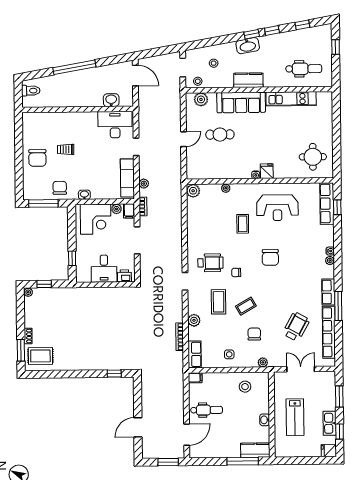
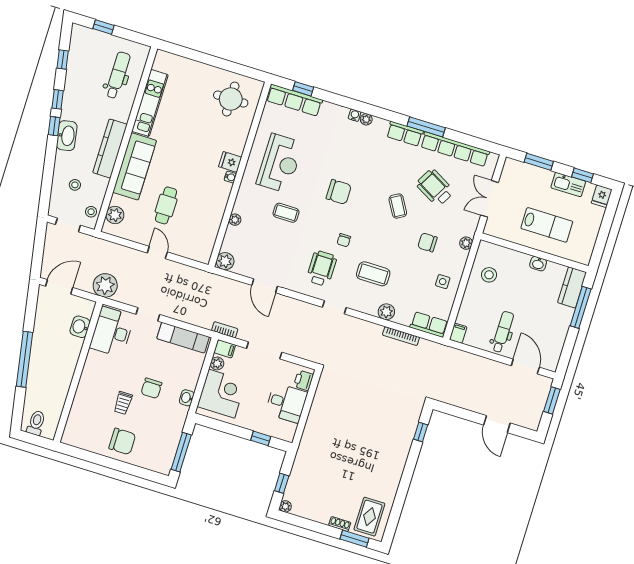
kitchen counter: (248, 80) -> (110, 148), width x1.50
plant: (144, 184) -> (105, 285), moved, width x1.87, depth x1.87
chair: (60, 188) -> (151, 388), moved, turned -90
door: (184, 225) -> (265, 286), added
coffee table: (246, 306) -> (398, 206), moved

